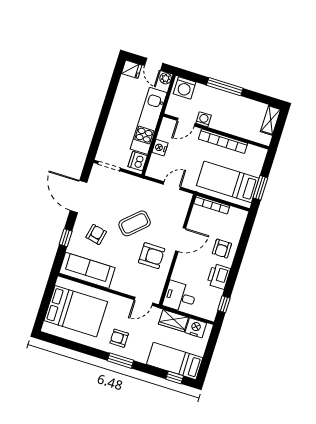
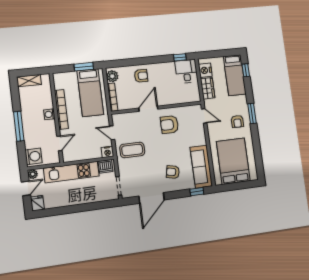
washing machine: (204, 119) -> (49, 114), moved
door: (186, 122) -> (59, 143), hinge flipped
nightstand: (160, 148) -> (107, 152), moved
plant: (236, 215) -> (112, 76), added
coffee table: (135, 223) -> (132, 150), moved, turned -47
window: (66, 238) -> (197, 192), moved
door: (181, 240) -> (148, 109), hinge flipped
armchair: (152, 256) -> (169, 125), turned -90
printer: (219, 276) -> (162, 70), removed
desk: (180, 297) -> (186, 71), moved, turned 180

